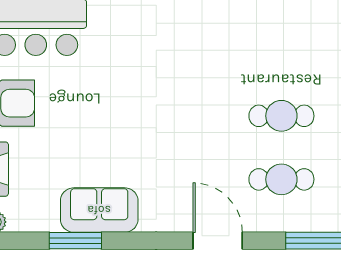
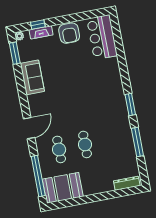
window: (75, 241) -> (15, 53), moved

